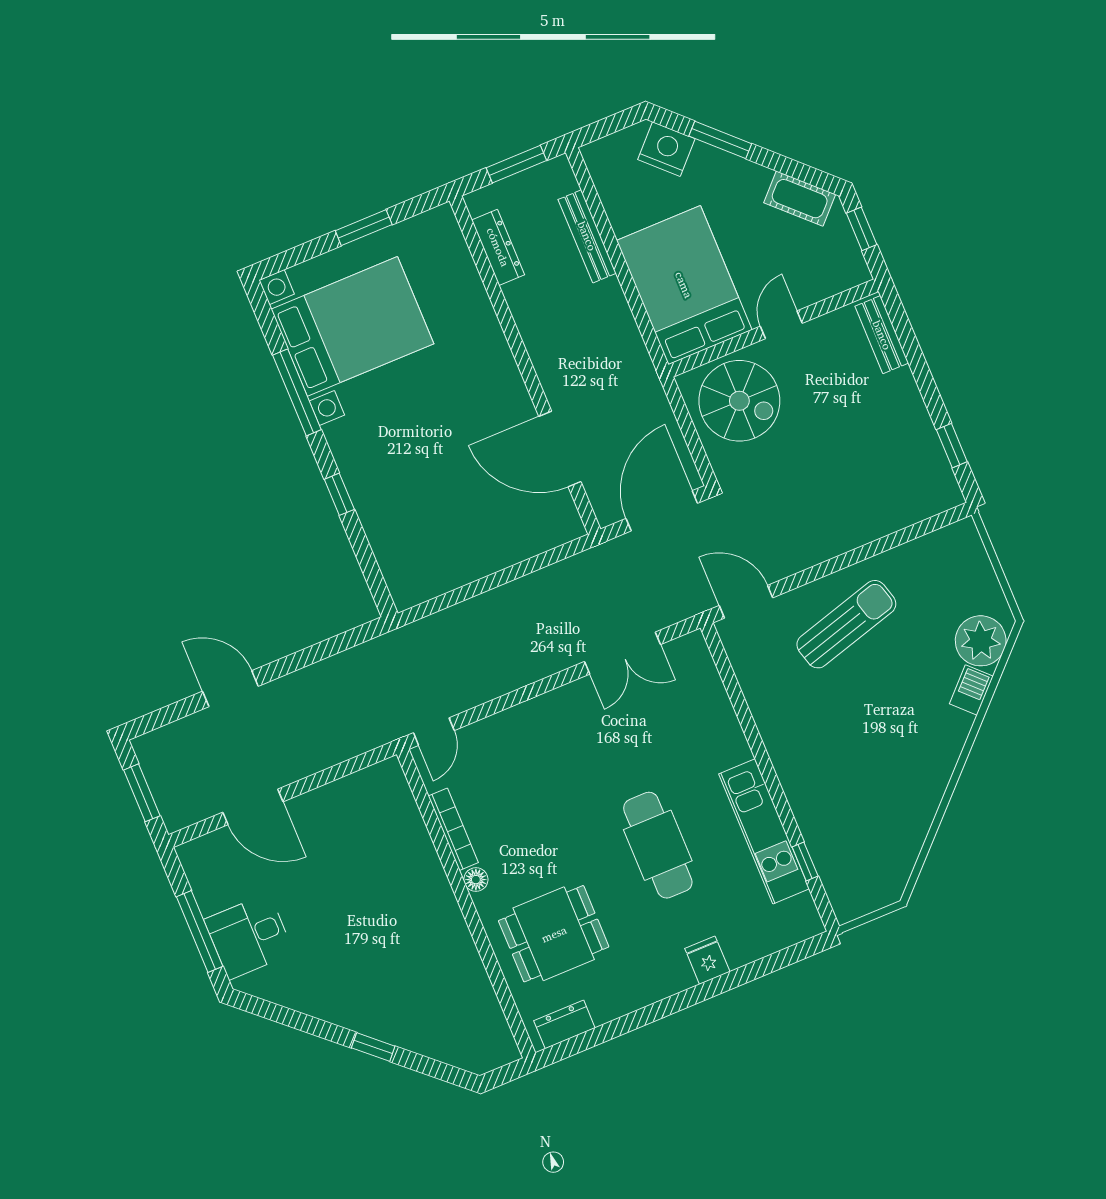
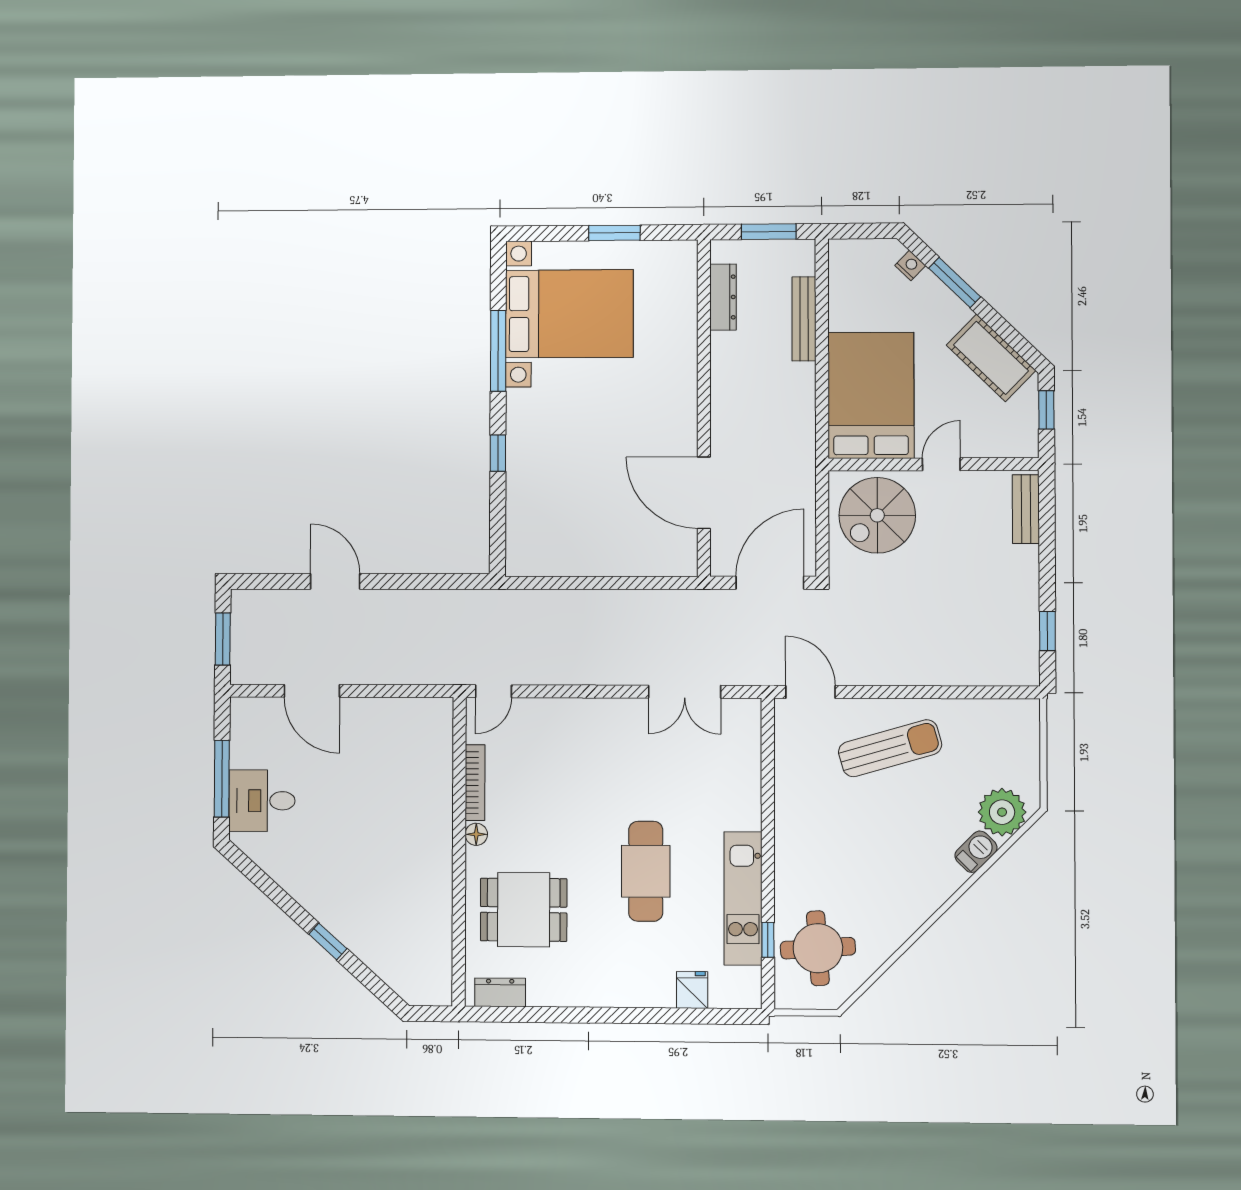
nightstand: (666, 149) -> (910, 265), width x0.53, depth x0.56
cot: (800, 199) -> (991, 358), width x1.37, depth x1.34
spiral stairs: (739, 401) -> (877, 515), turned 90
round table: (857, 849) -> (818, 948), added
fridge: (707, 960) -> (692, 990), moved

